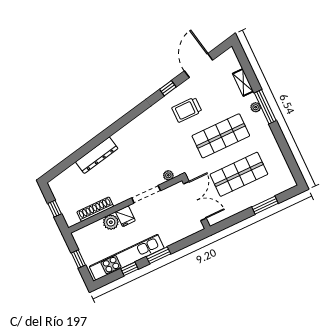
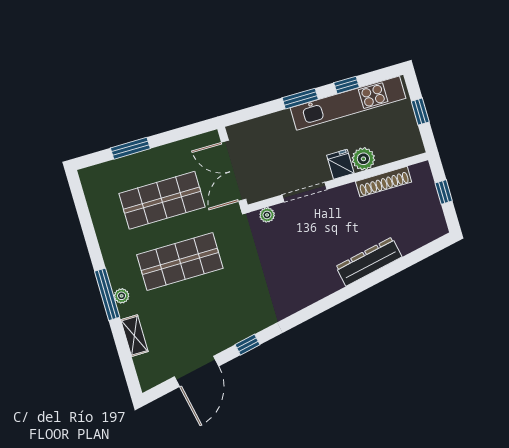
trolley: (187, 110) -> (224, 308), removed

